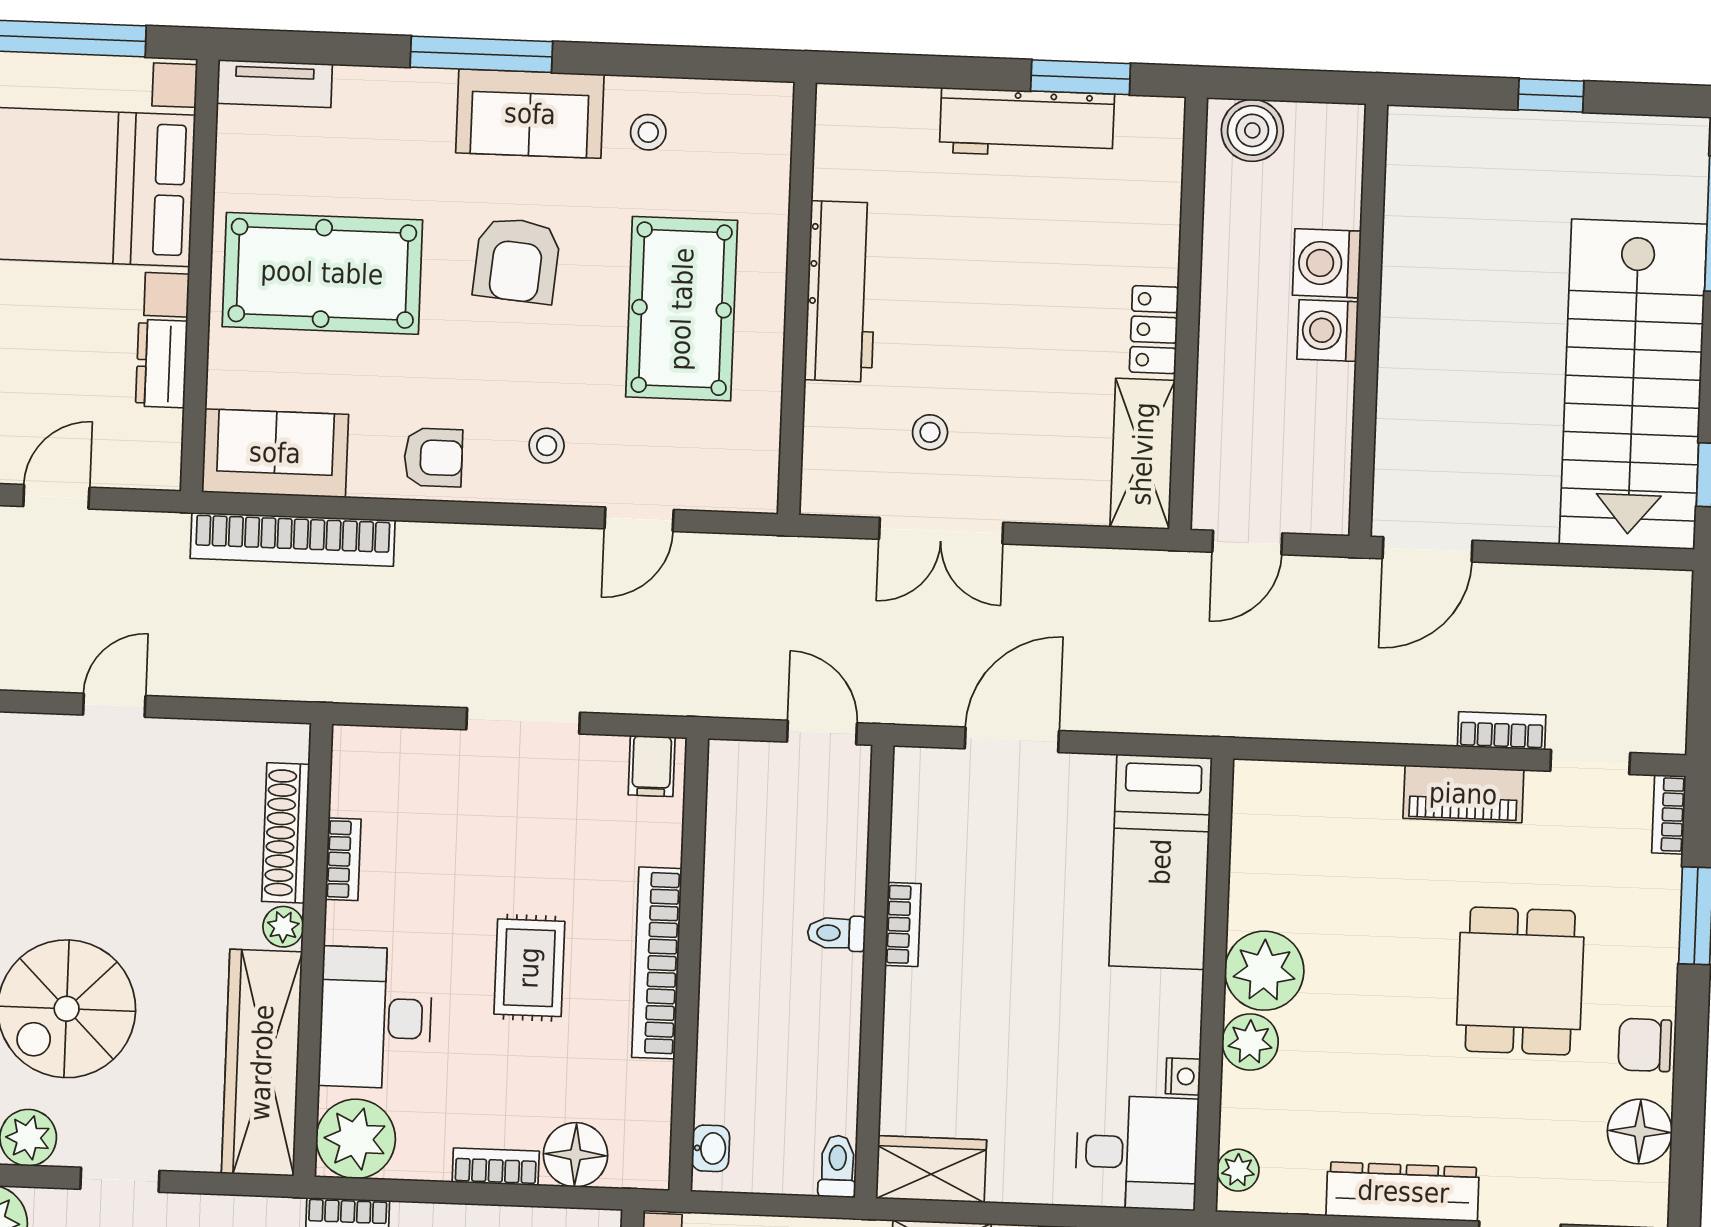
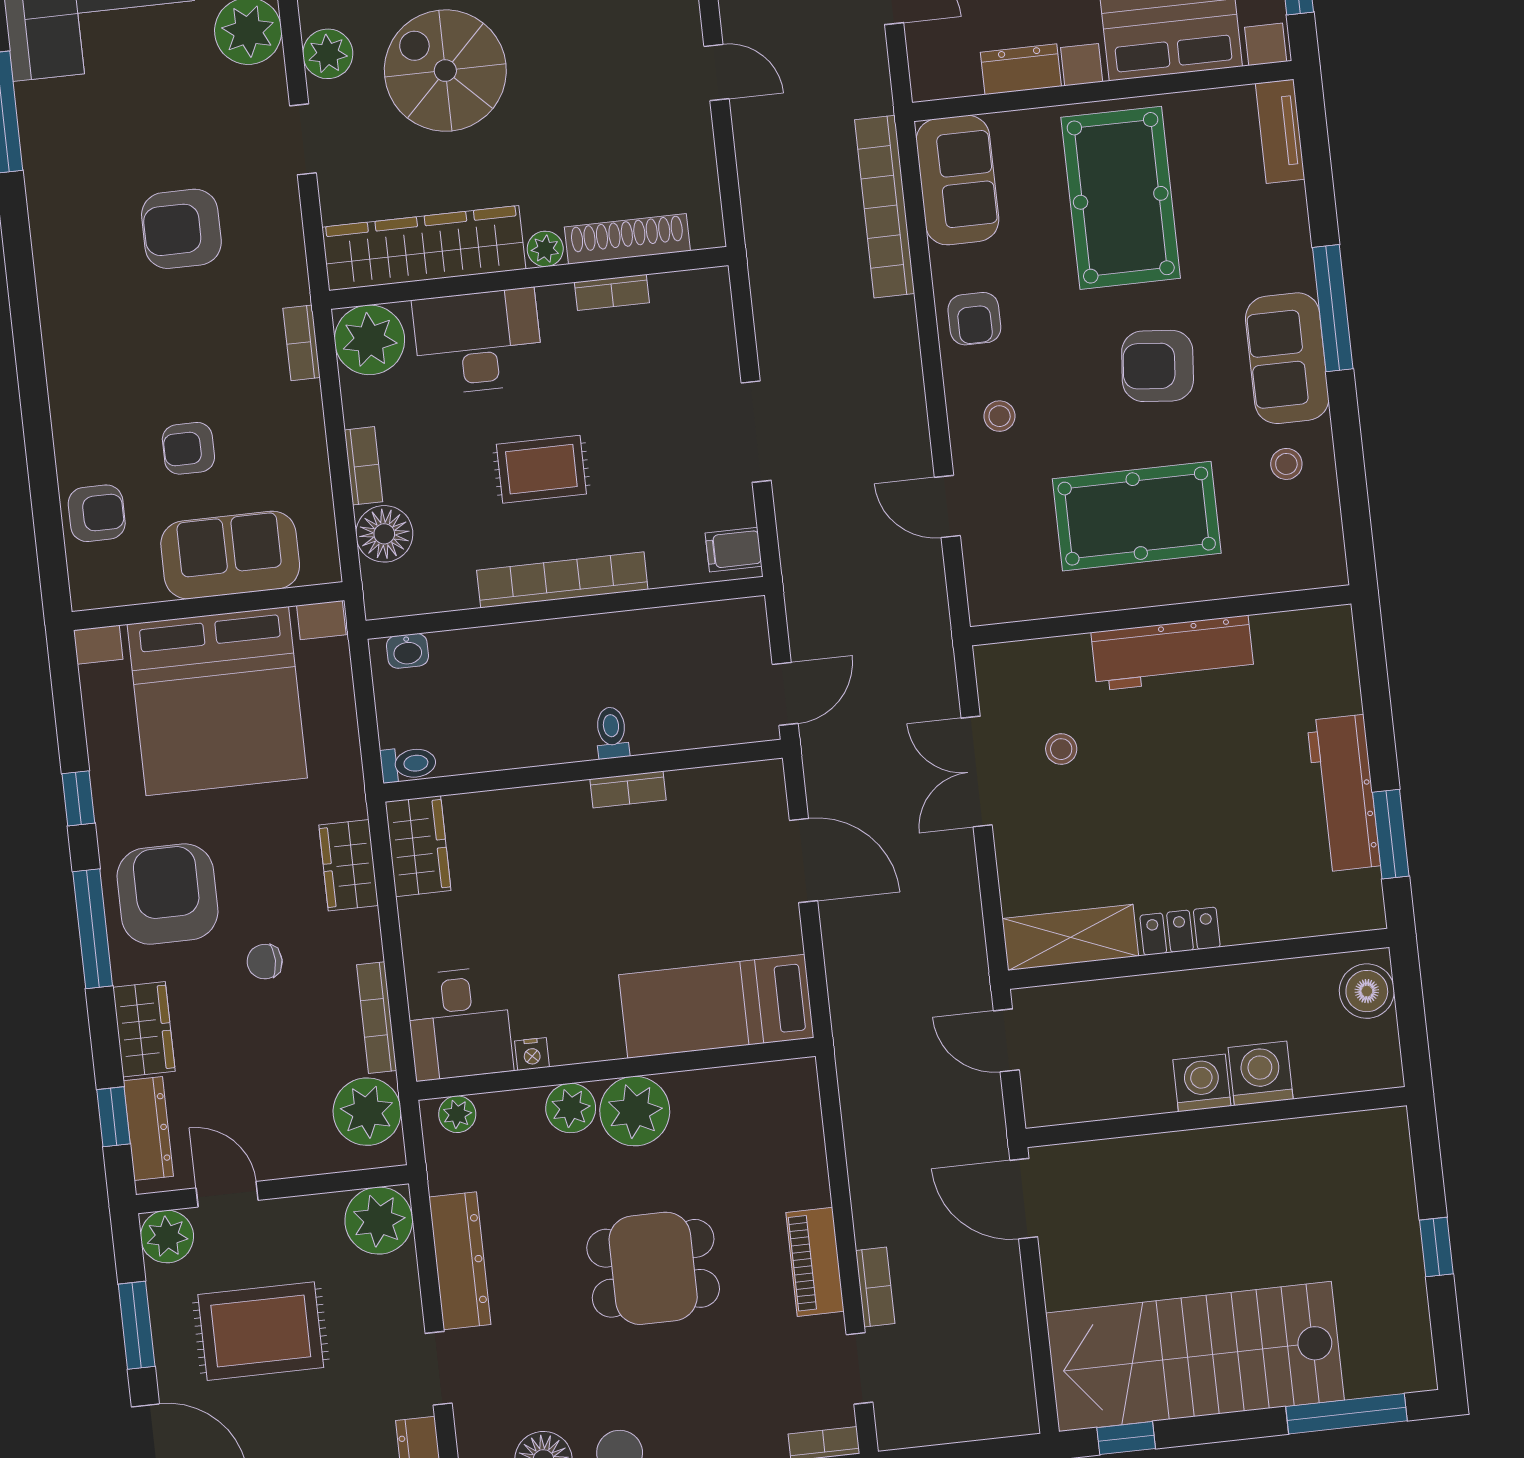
dining table: (1520, 981) -> (653, 1268), moved

